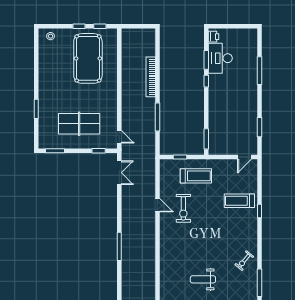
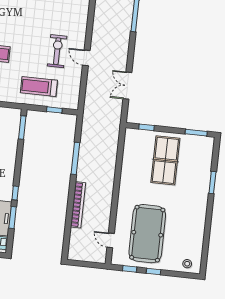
table tennis table: (79, 124) -> (165, 160), turned 90
door: (119, 137) -> (111, 240), moved
double door: (119, 173) -> (127, 86), moved

